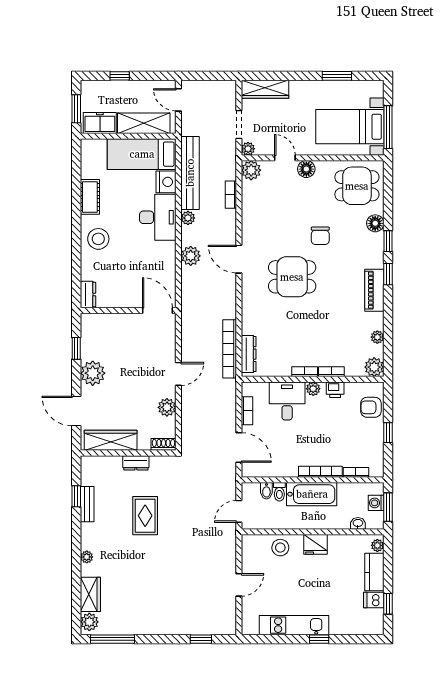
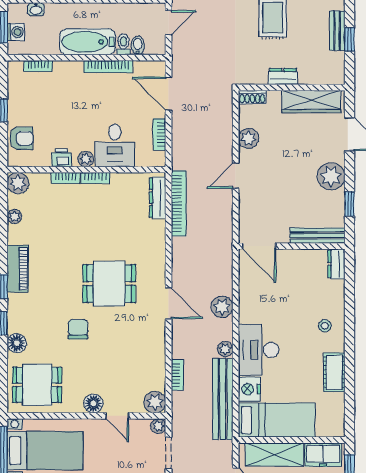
stool: (98, 239) -> (325, 326), width x0.53, depth x0.53
bench: (105, 320) -> (317, 236), added
bookcase: (320, 472) -> (108, 67), moved

